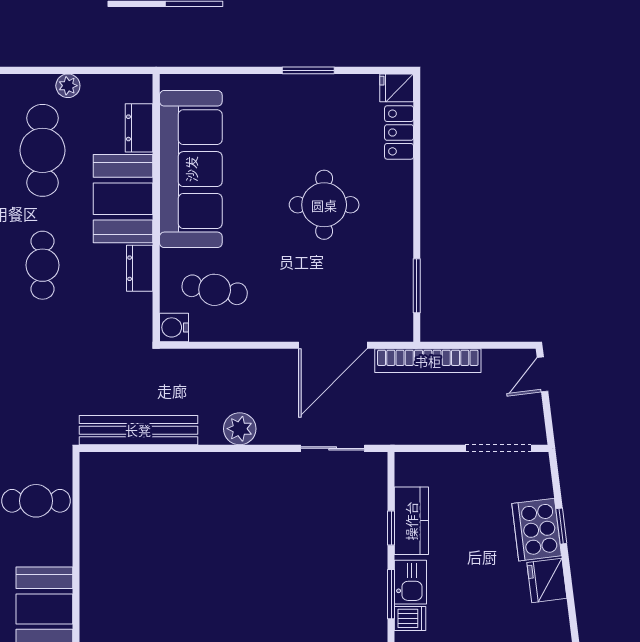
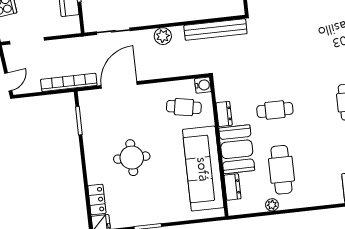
cafe table: (42, 265) -> (275, 110), turned 90

